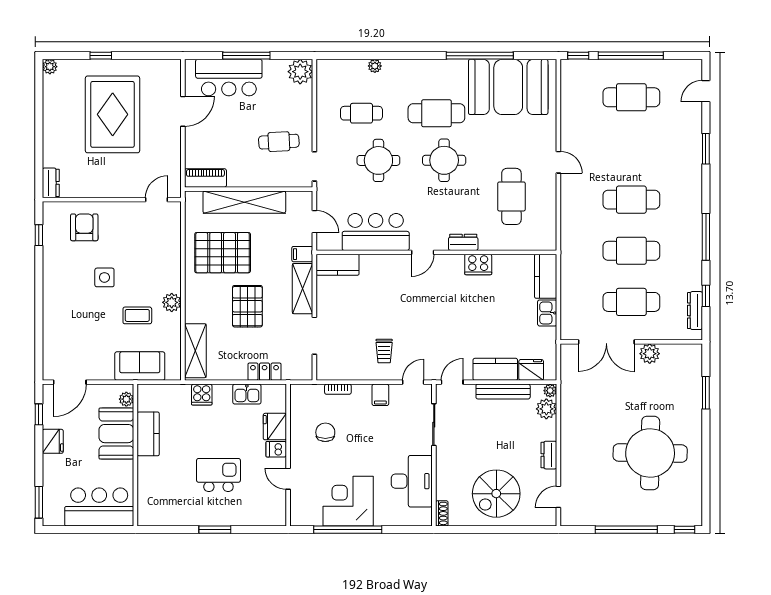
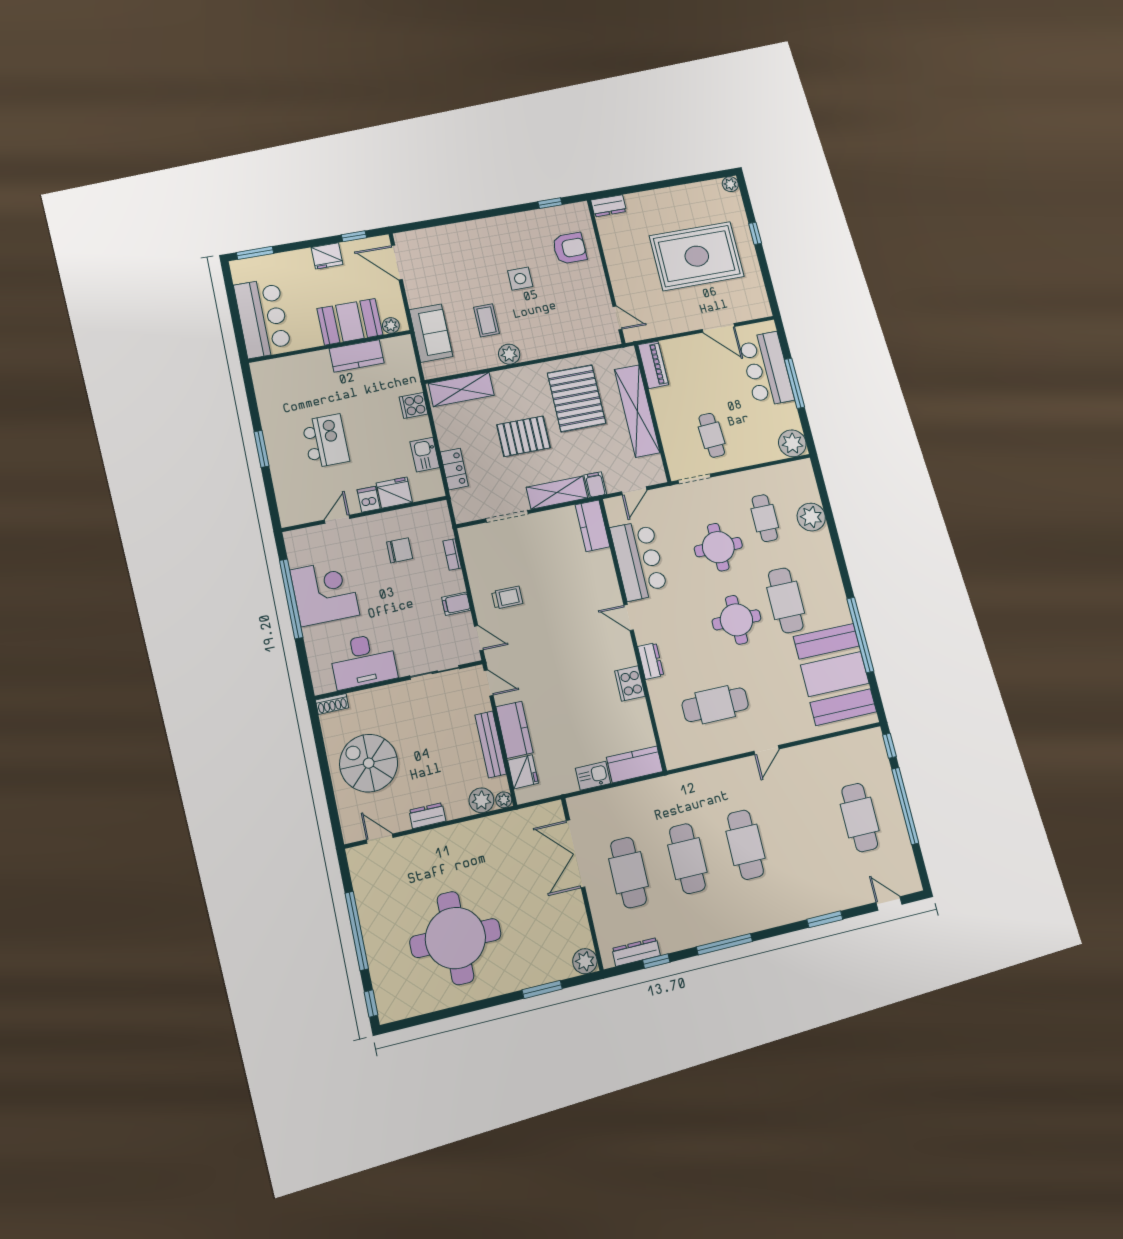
plant: (375, 66) -> (811, 517), width x1.87, depth x1.87
trolley: (384, 351) -> (507, 598), turned 180
plant: (650, 354) -> (585, 961), moved

